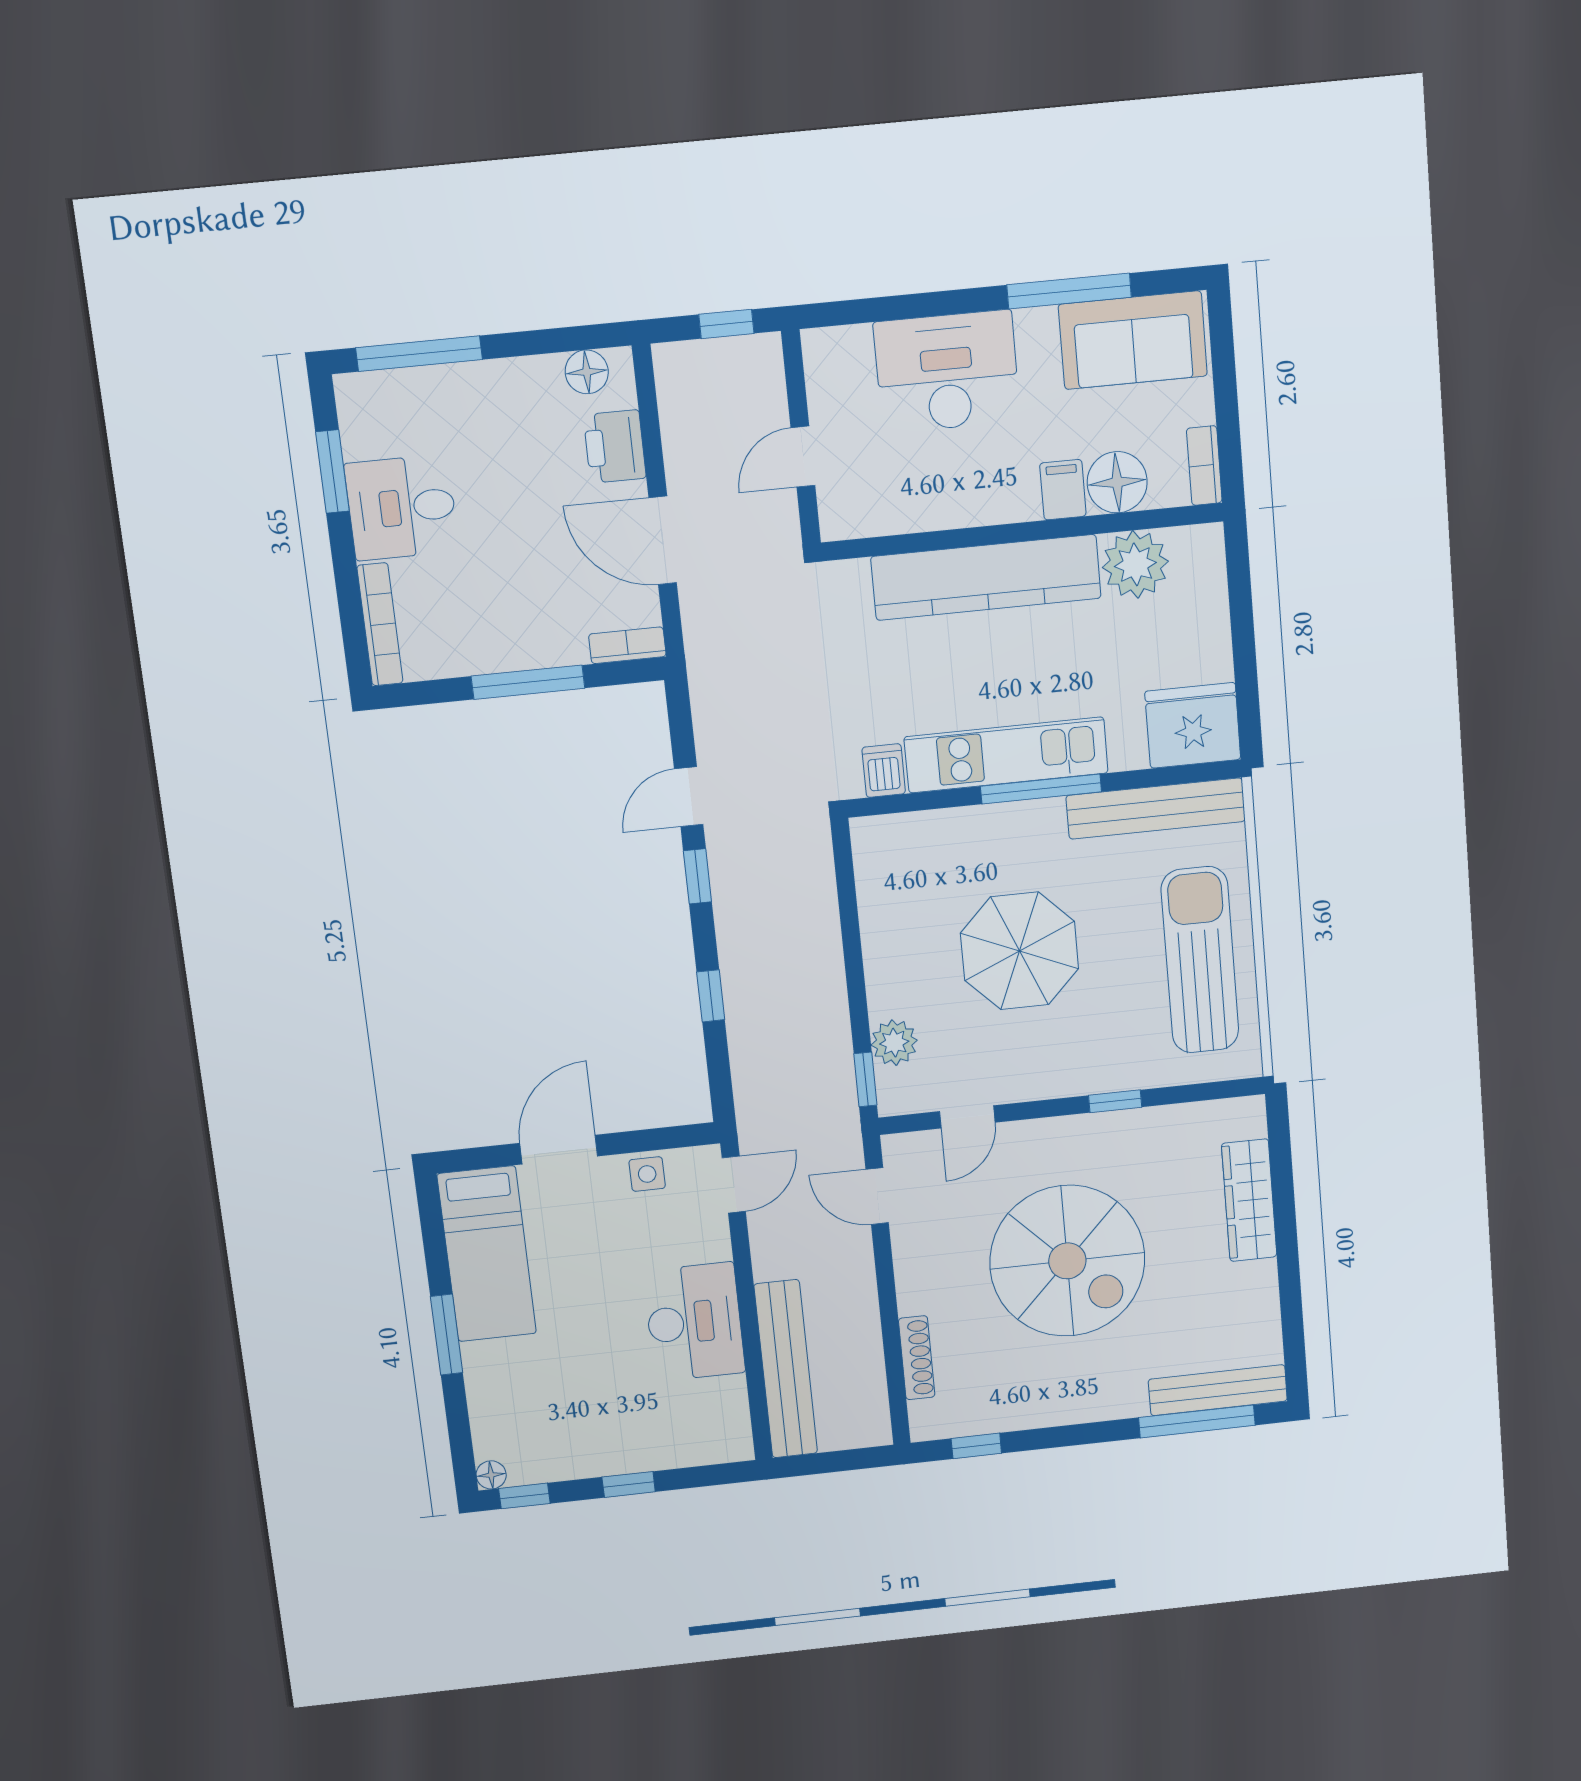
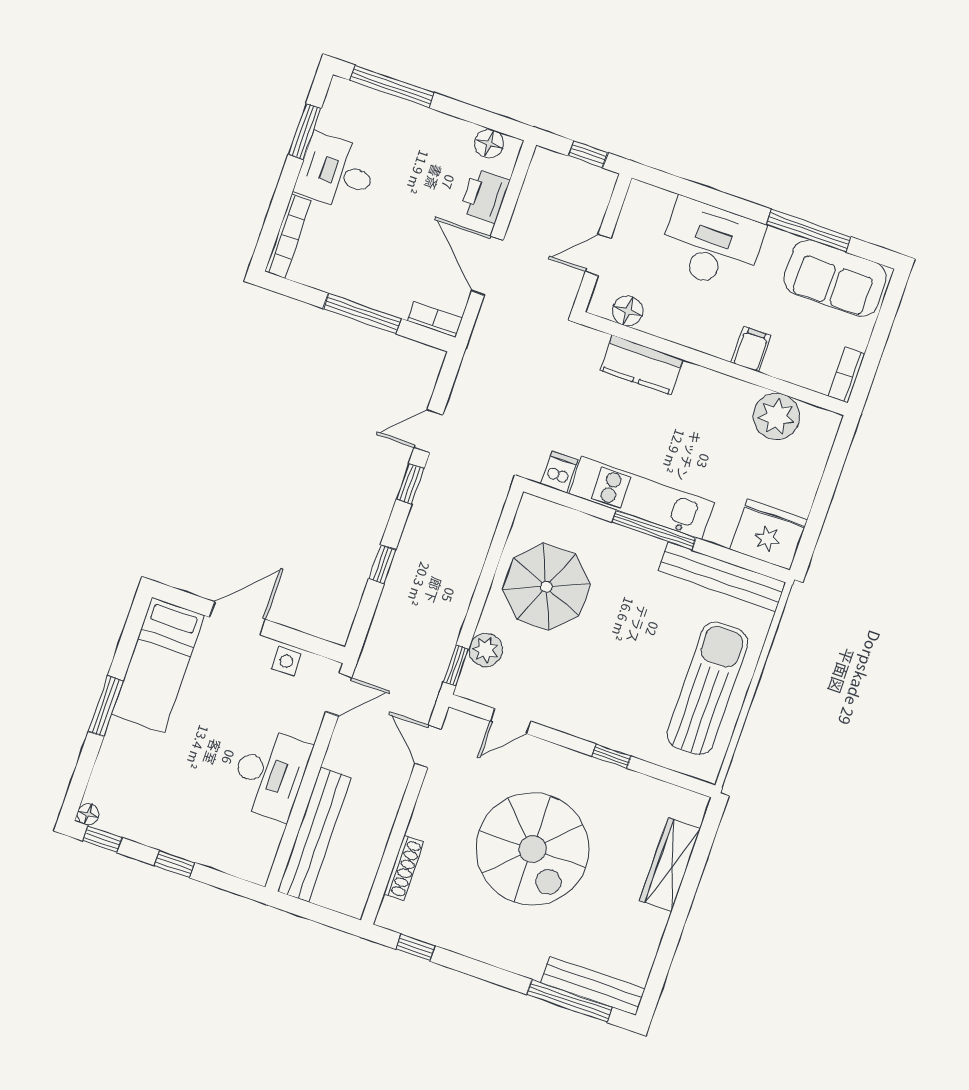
floor lamp: (1117, 482) -> (628, 311), moved, width x0.73, depth x0.73
kitchen counter: (986, 577) -> (641, 365), width x0.48, depth x0.86
parasol: (1020, 951) -> (546, 587), moved

